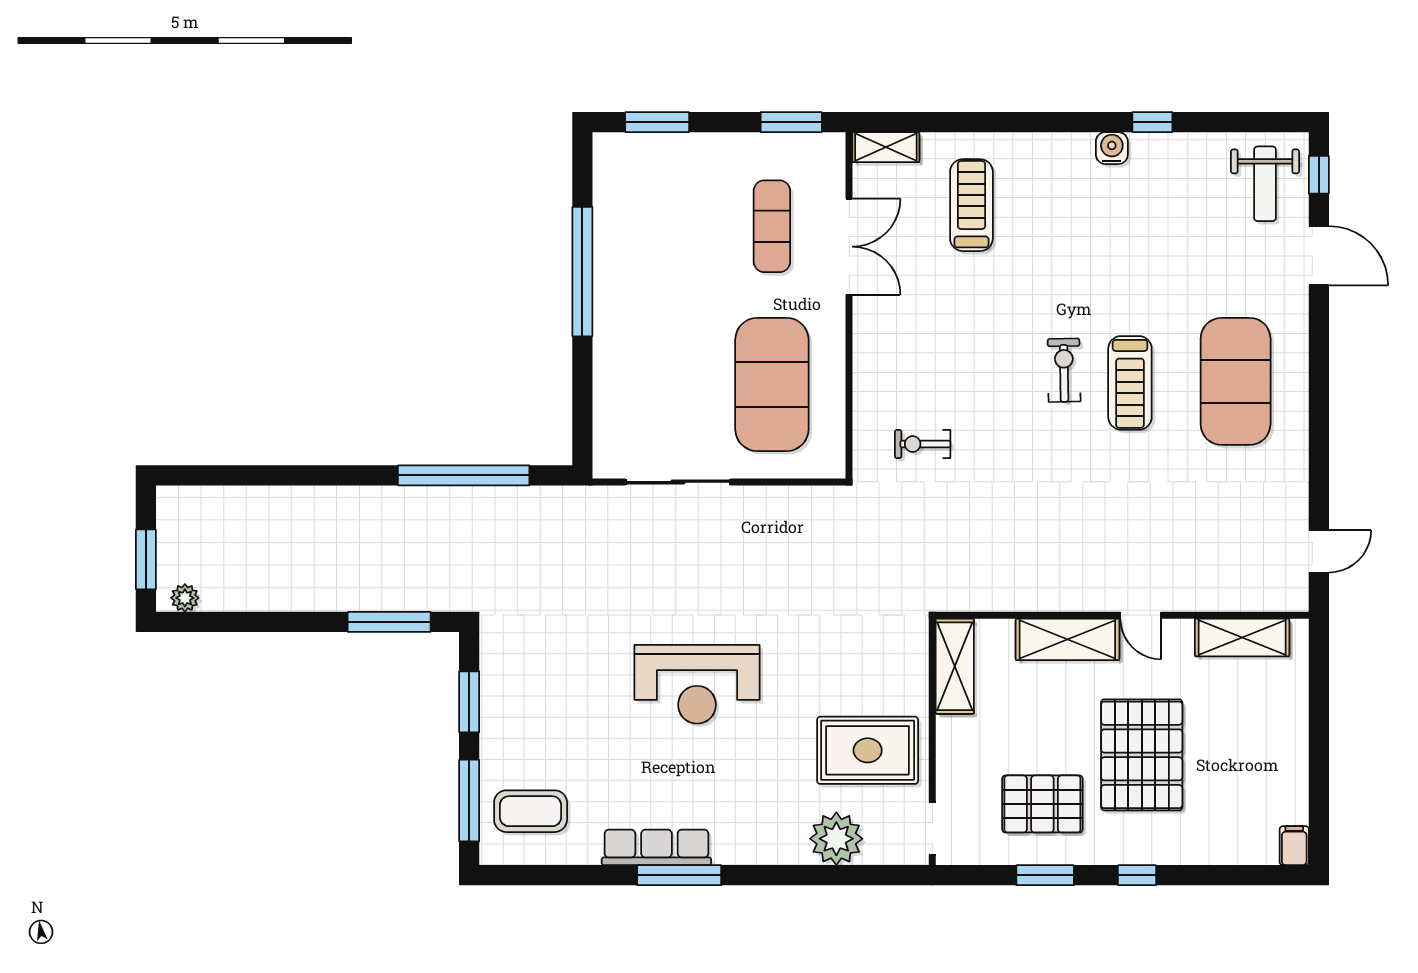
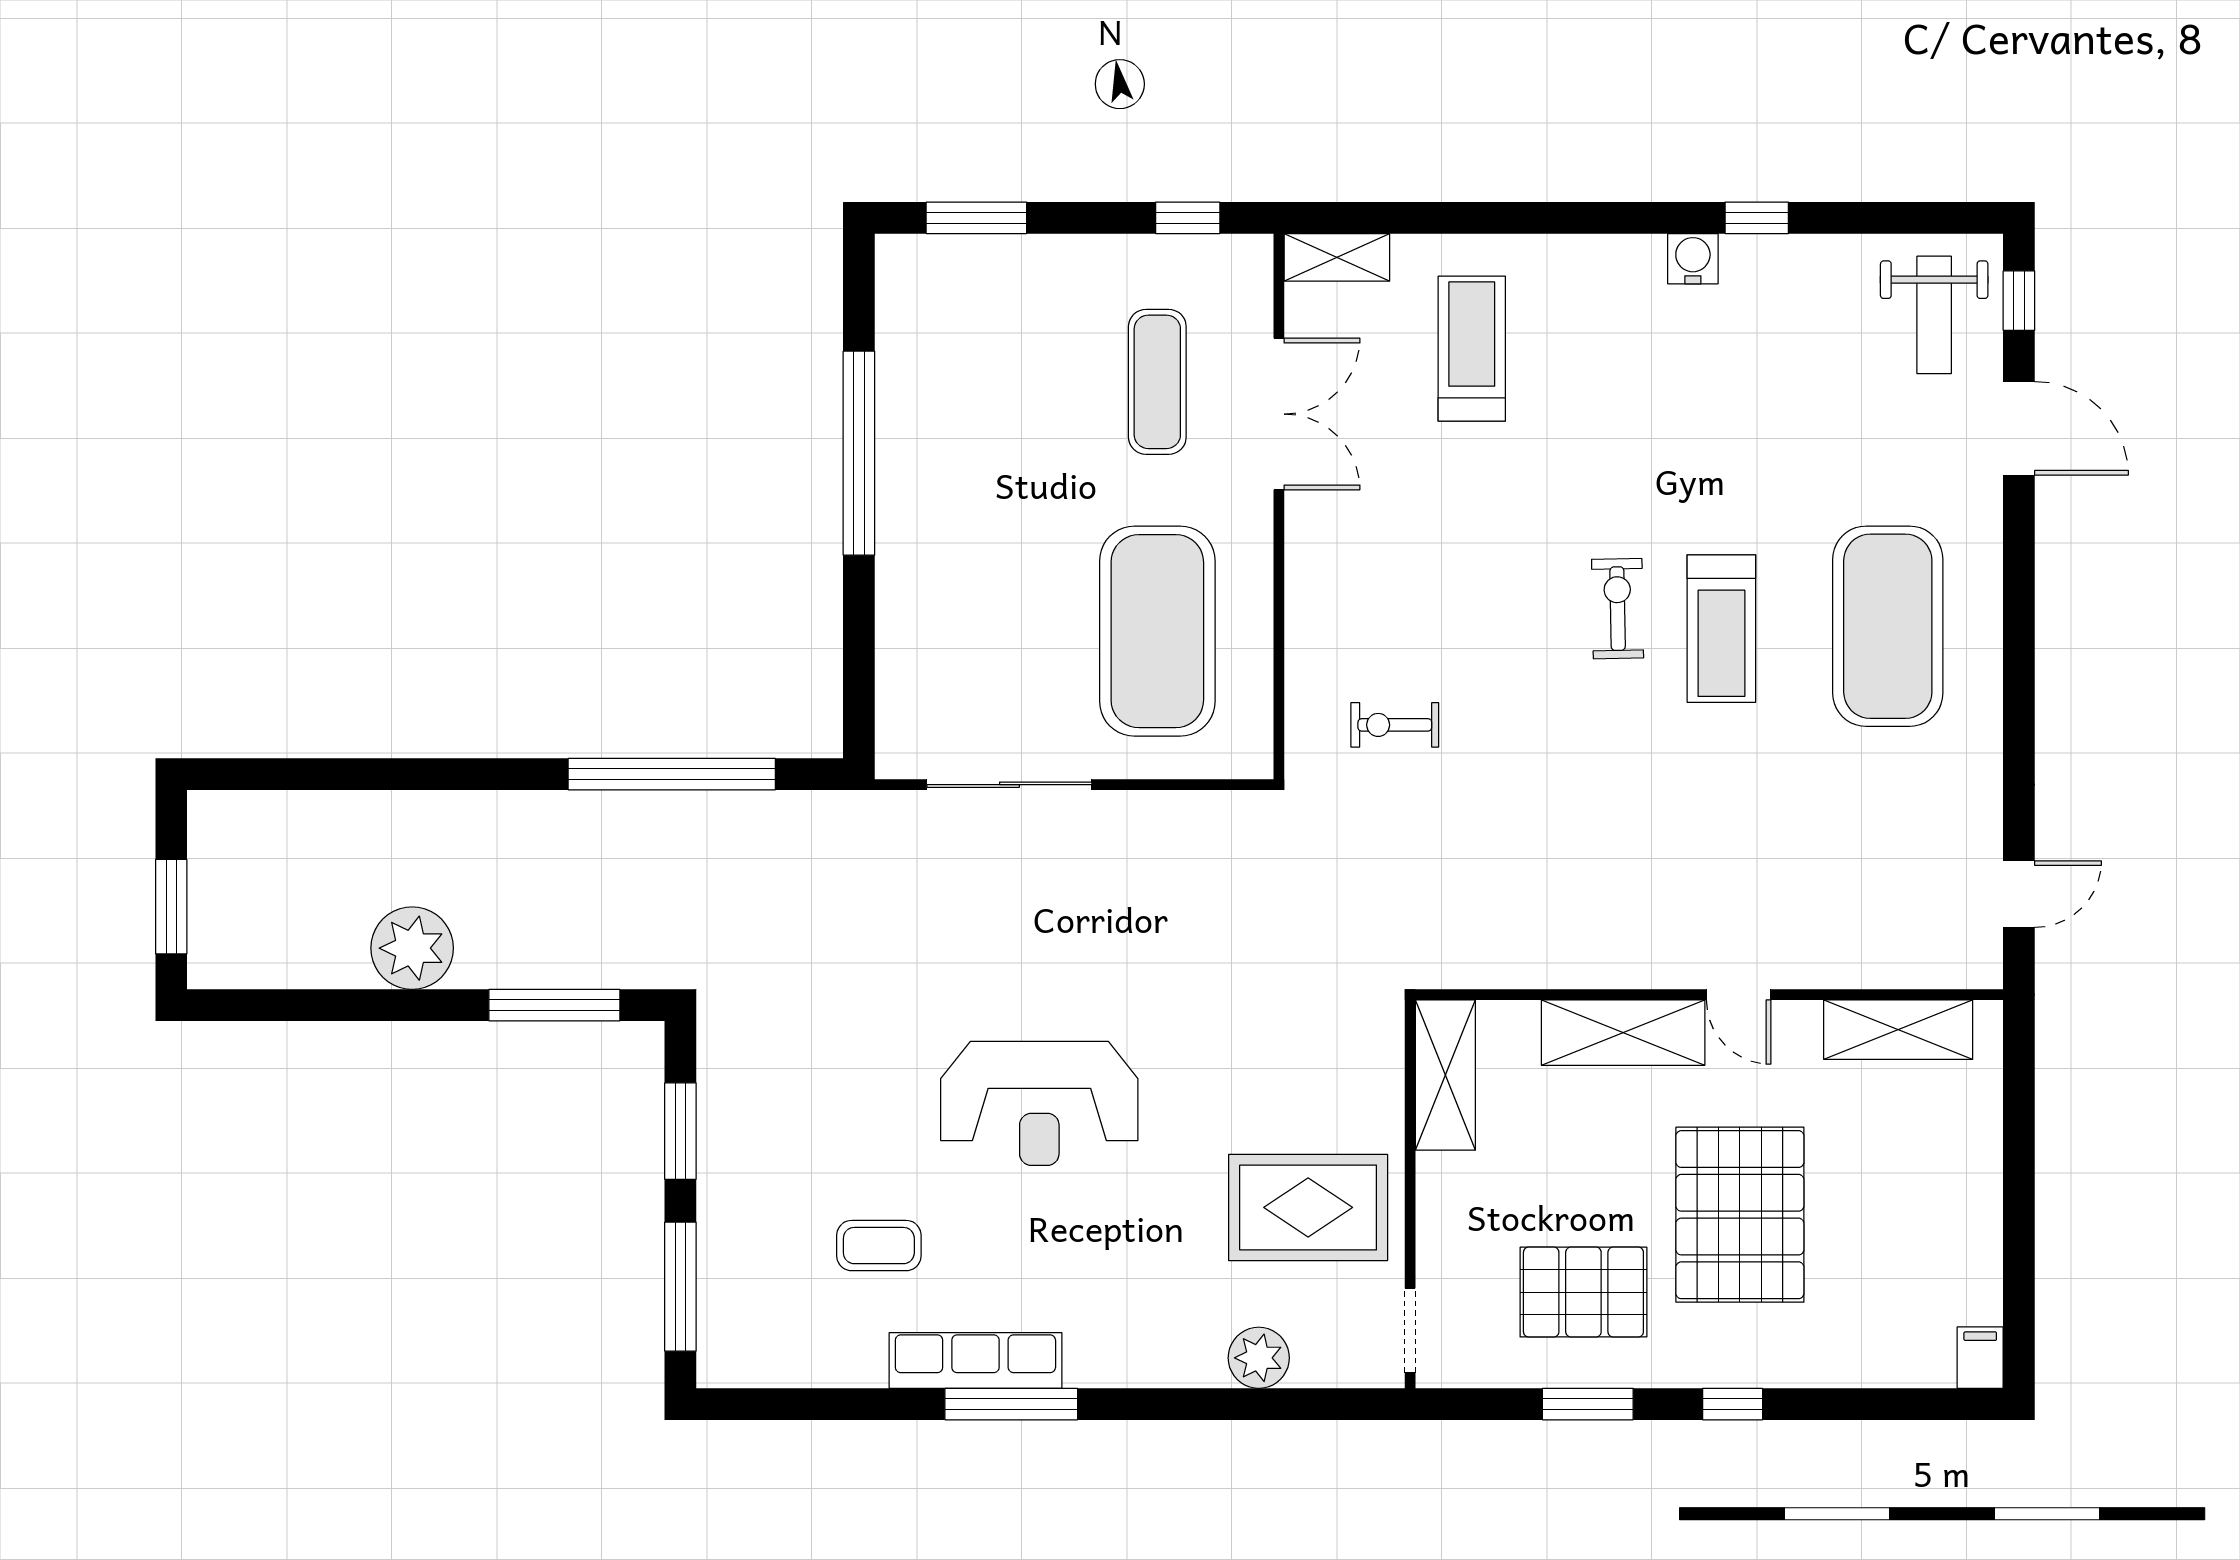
window: (791, 122) -> (1188, 218), width x0.67
plant: (185, 598) -> (412, 948), moved, width x1.87, depth x1.87
coffee table: (531, 811) -> (879, 1246), moved, width x0.73, depth x0.77
plant: (836, 839) -> (1259, 1358), width x0.73, depth x0.73

